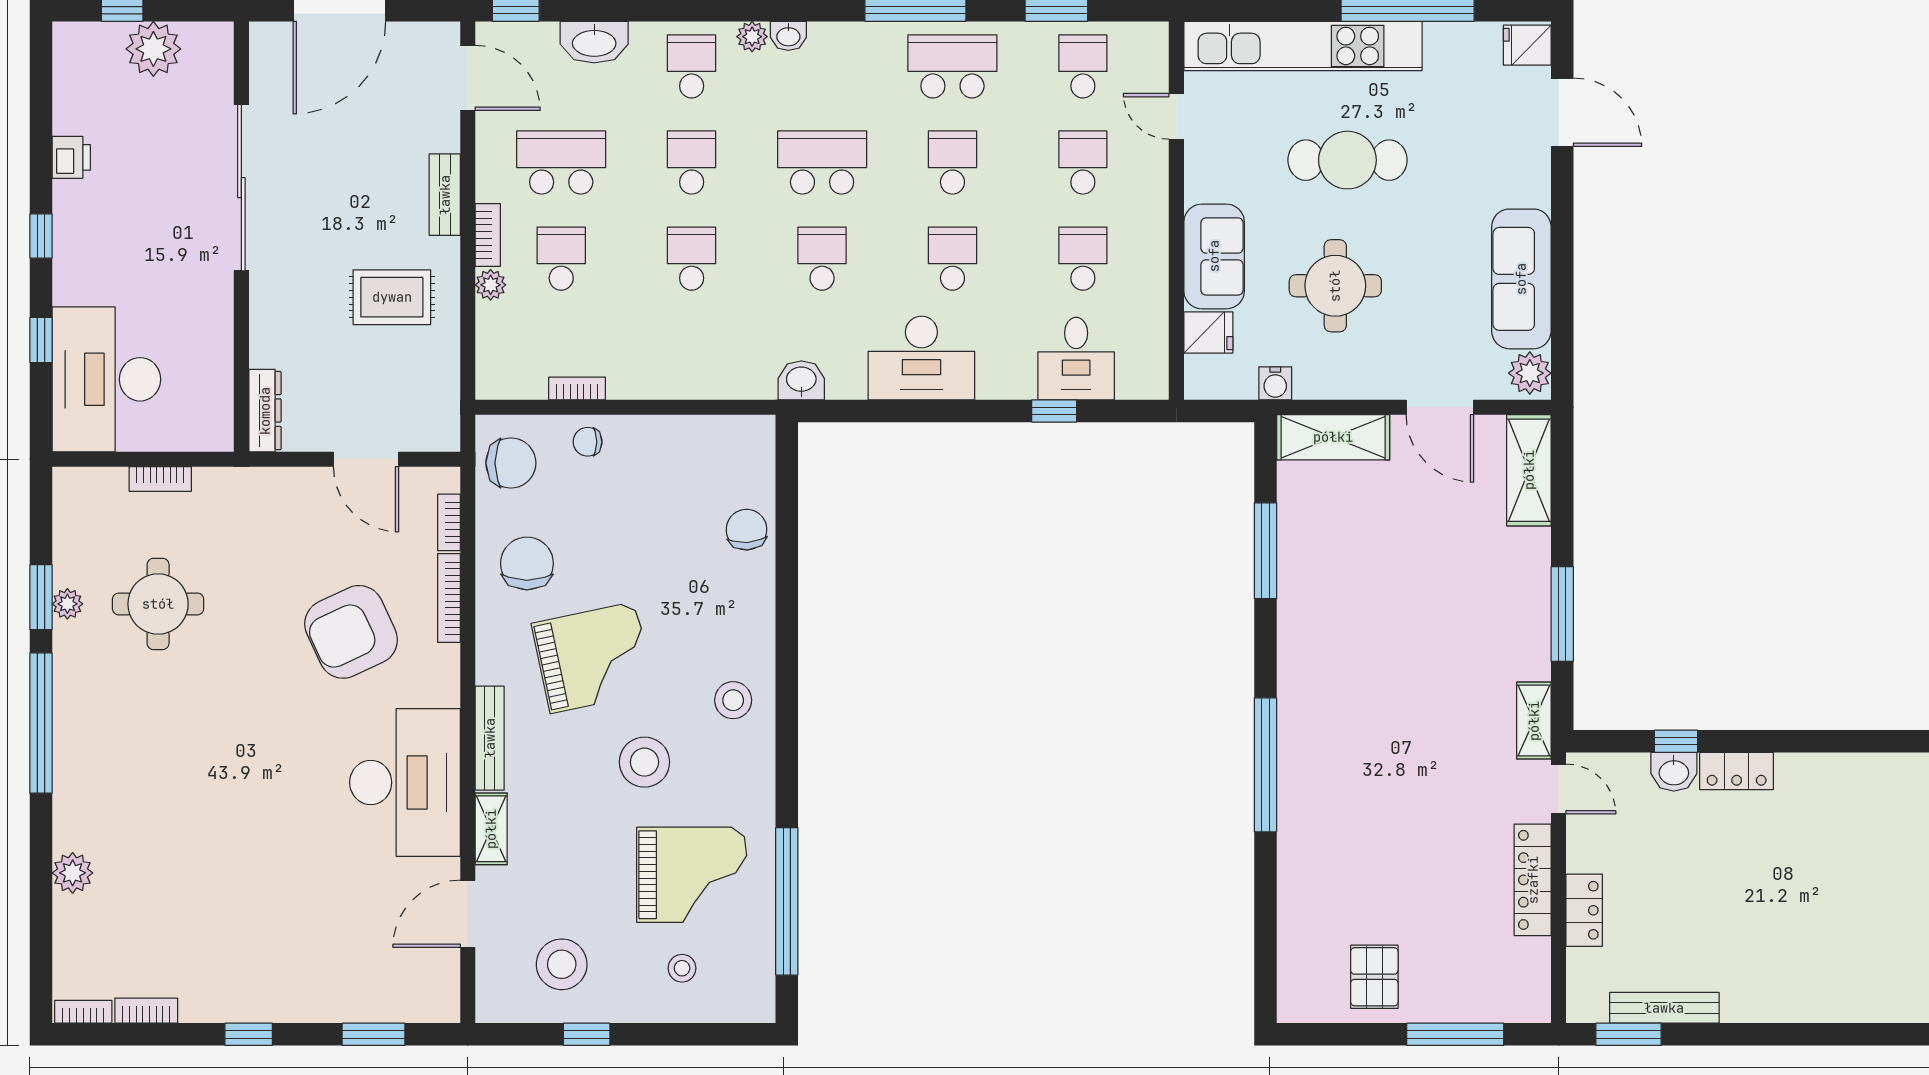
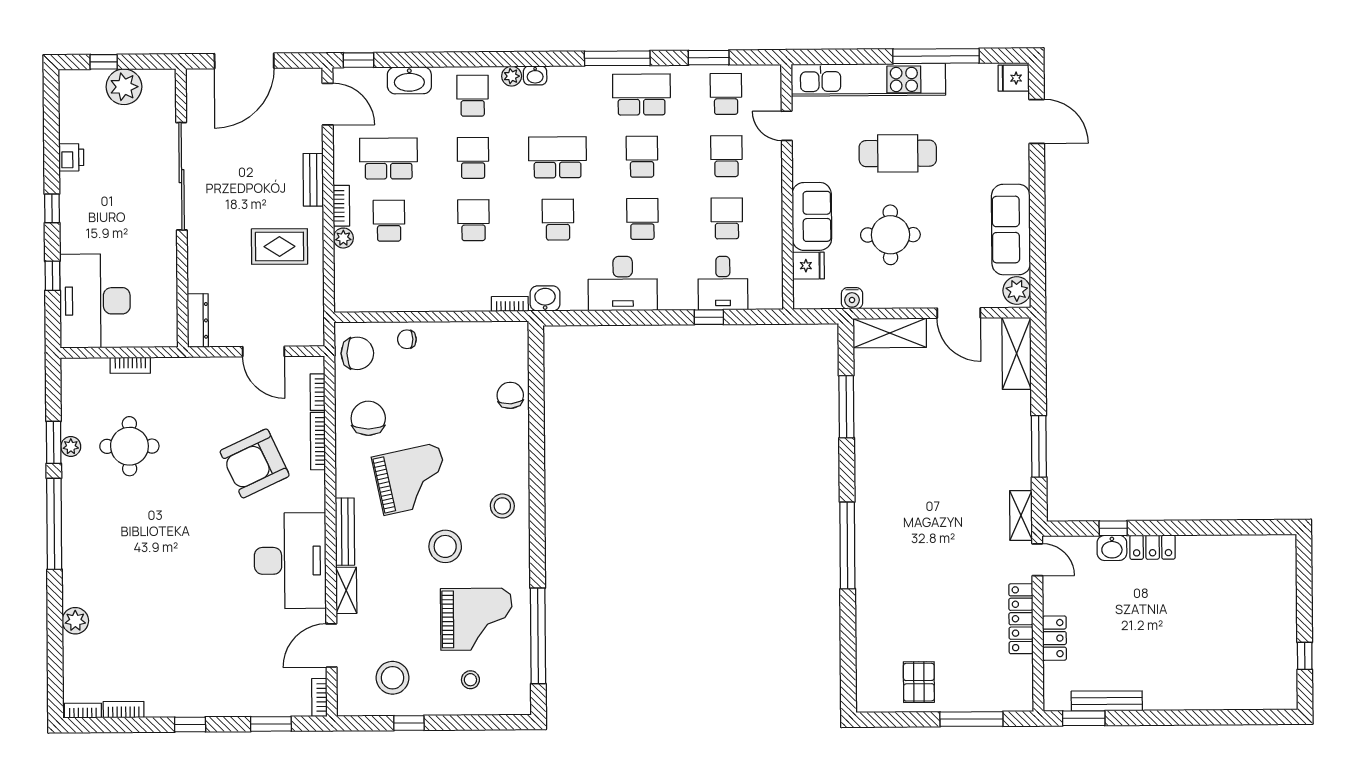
bookcase: (577, 388) -> (510, 304), moved
bookcase: (449, 994) -> (319, 697), added

